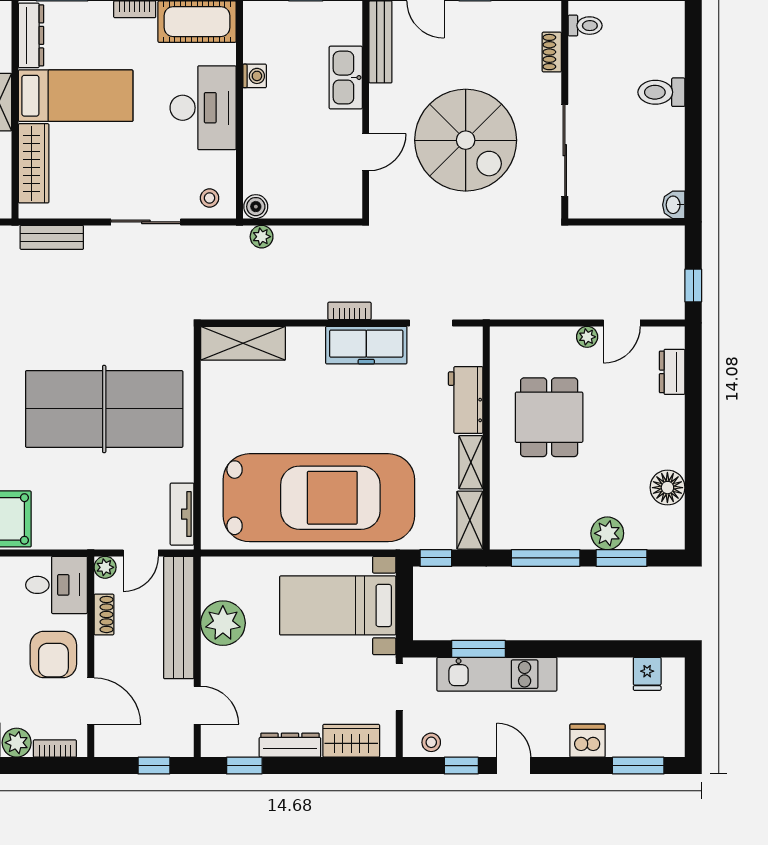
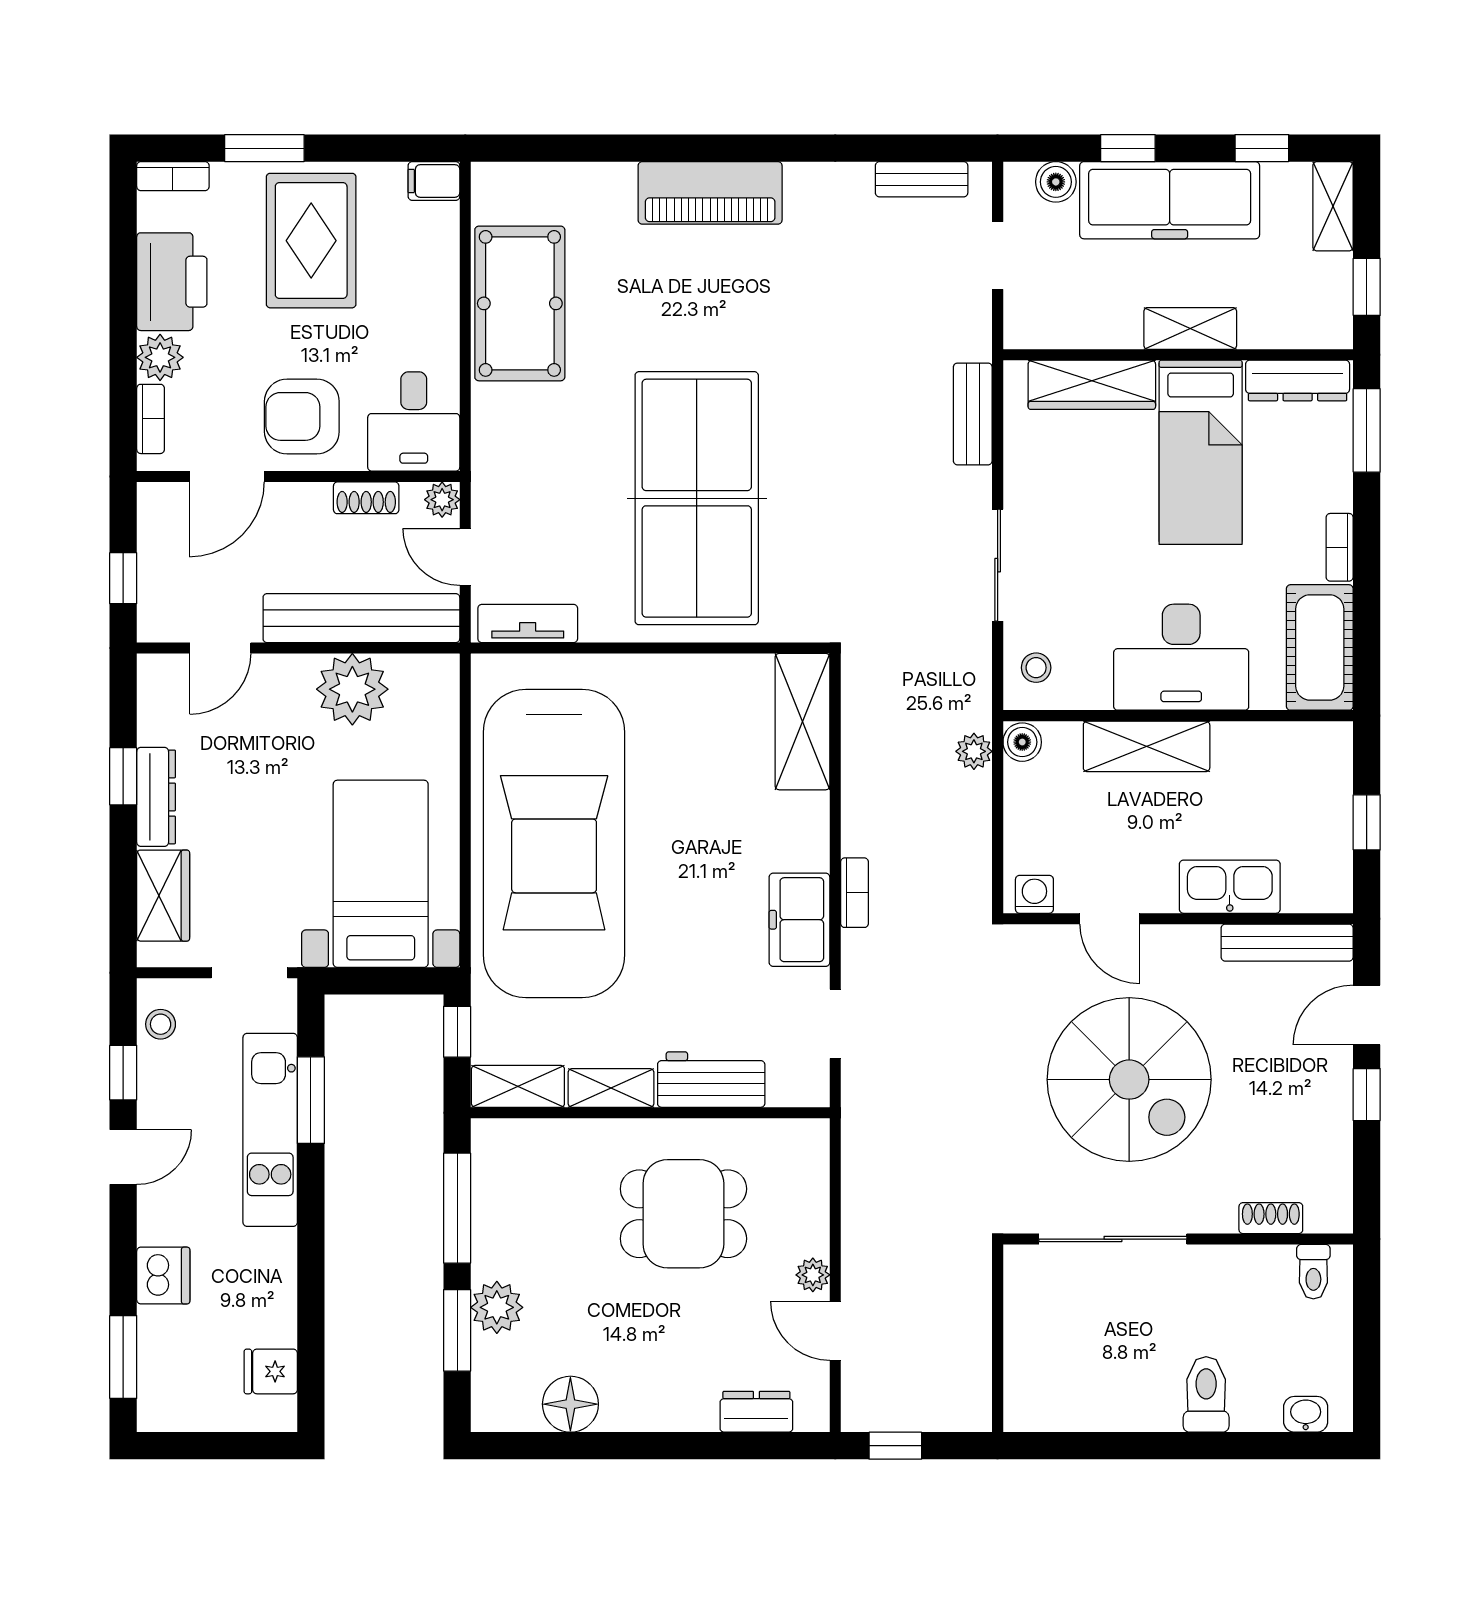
washing machine: (255, 76) -> (1034, 894), moved, turned 180
shelving: (258, 129) -> (1147, 746), added
spiral stairs: (466, 140) -> (1129, 1080), turned -90
washbasin: (674, 205) -> (1306, 1414), moved
freezer: (366, 345) -> (799, 920), width x0.71
window: (244, 766) -> (123, 776), moved

